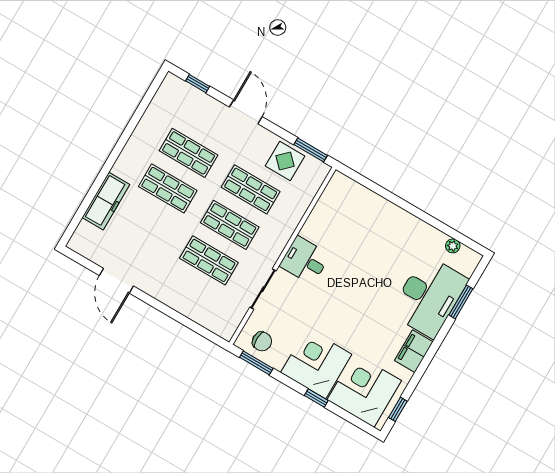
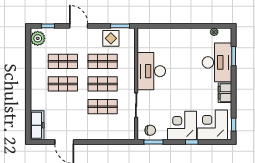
plant: (170, 94) -> (38, 38), added
freezer: (106, 201) -> (37, 125), moved
desk: (305, 260) -> (151, 71), width x1.87, depth x1.30

